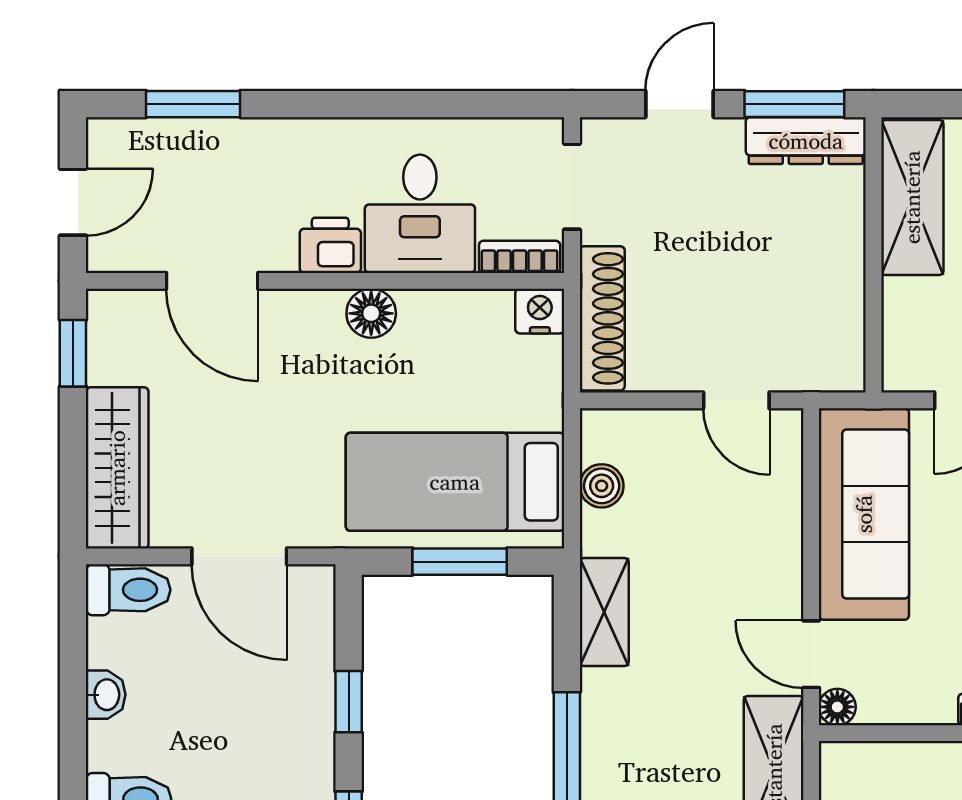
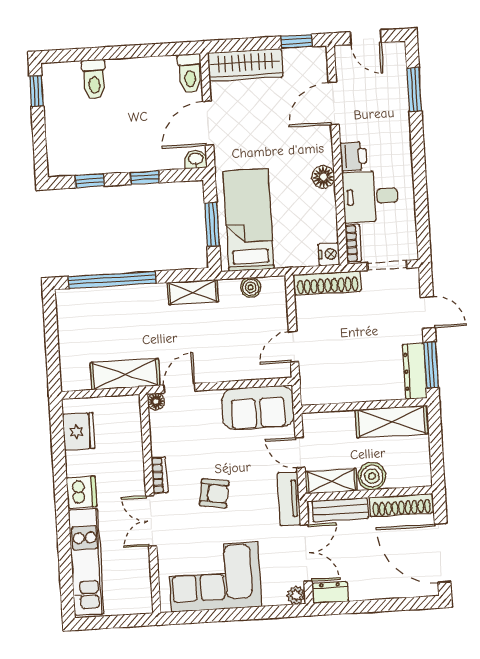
sofa: (864, 514) -> (258, 408), width x0.73
washbasin: (106, 695) -> (196, 159), moved, turned 180

